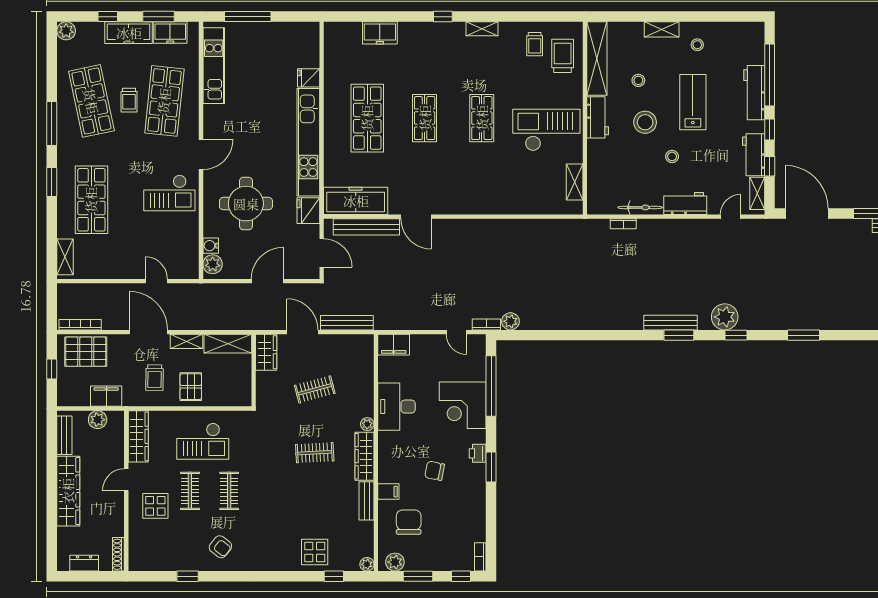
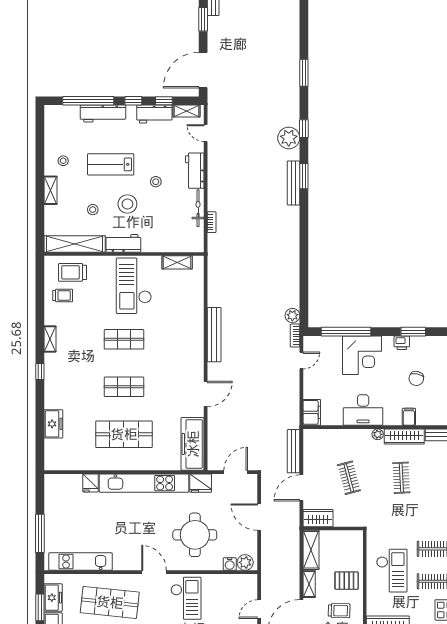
bench: (366, 227) -> (214, 335), moved
filing cabinet: (388, 492) -> (409, 417), moved

